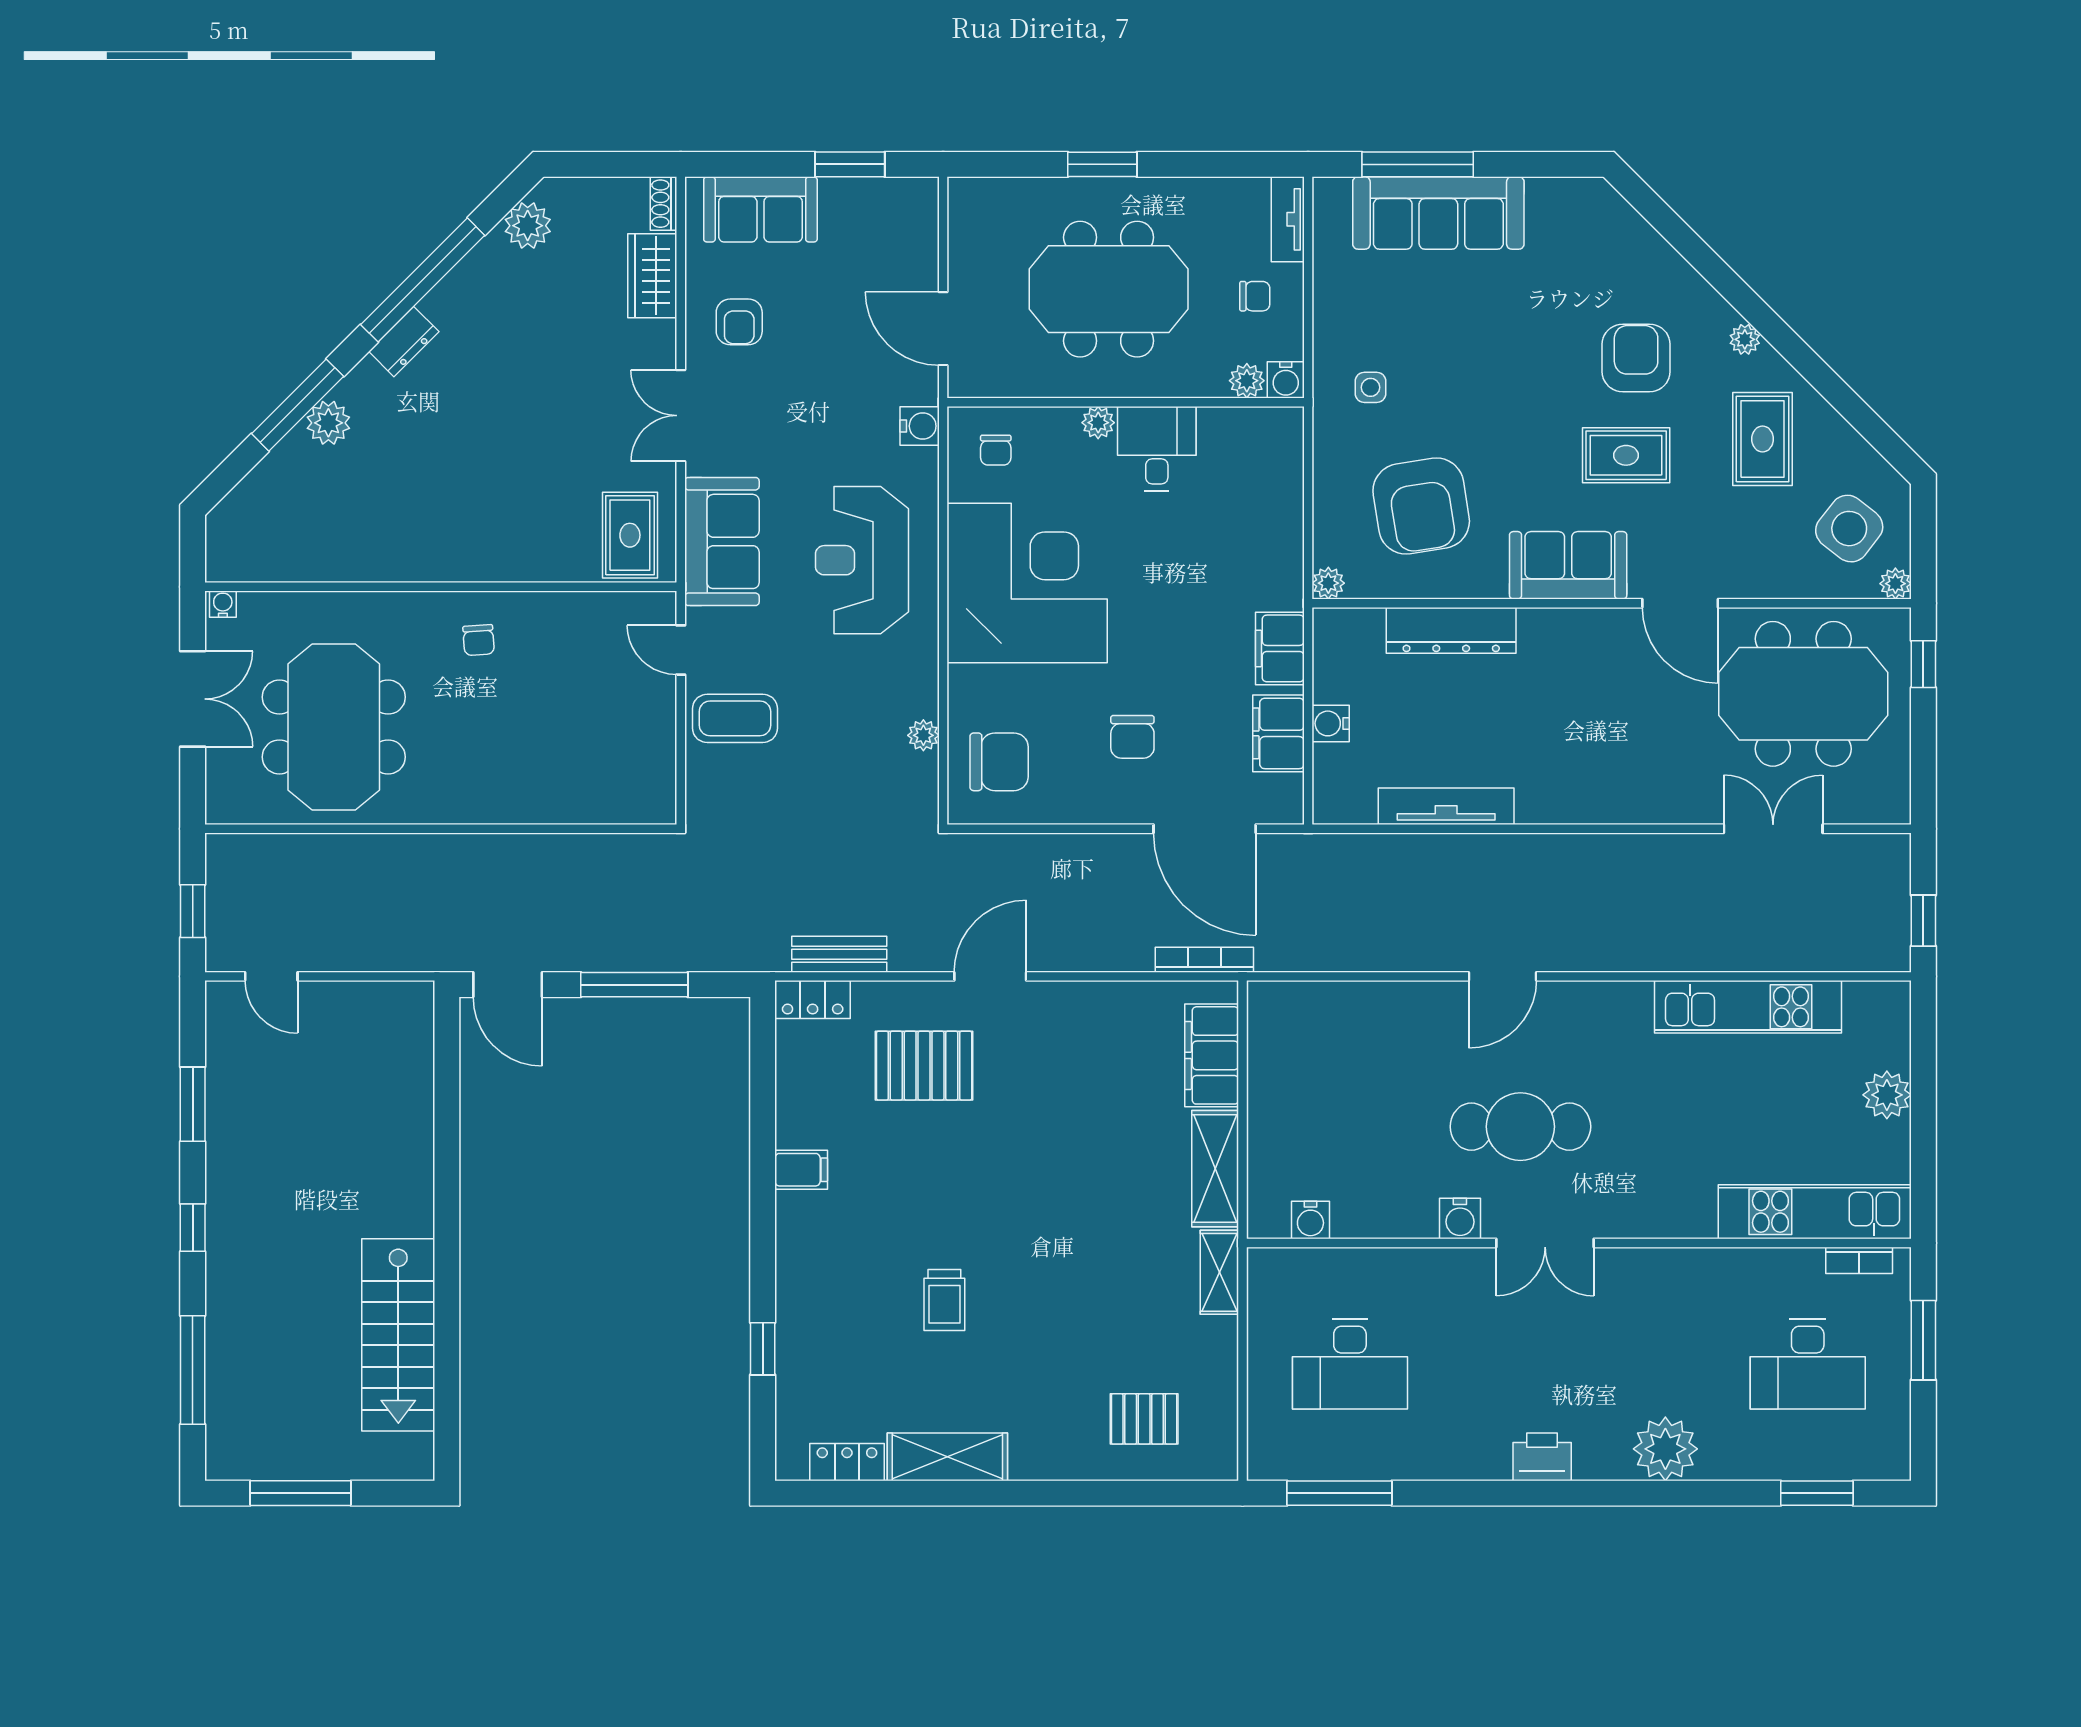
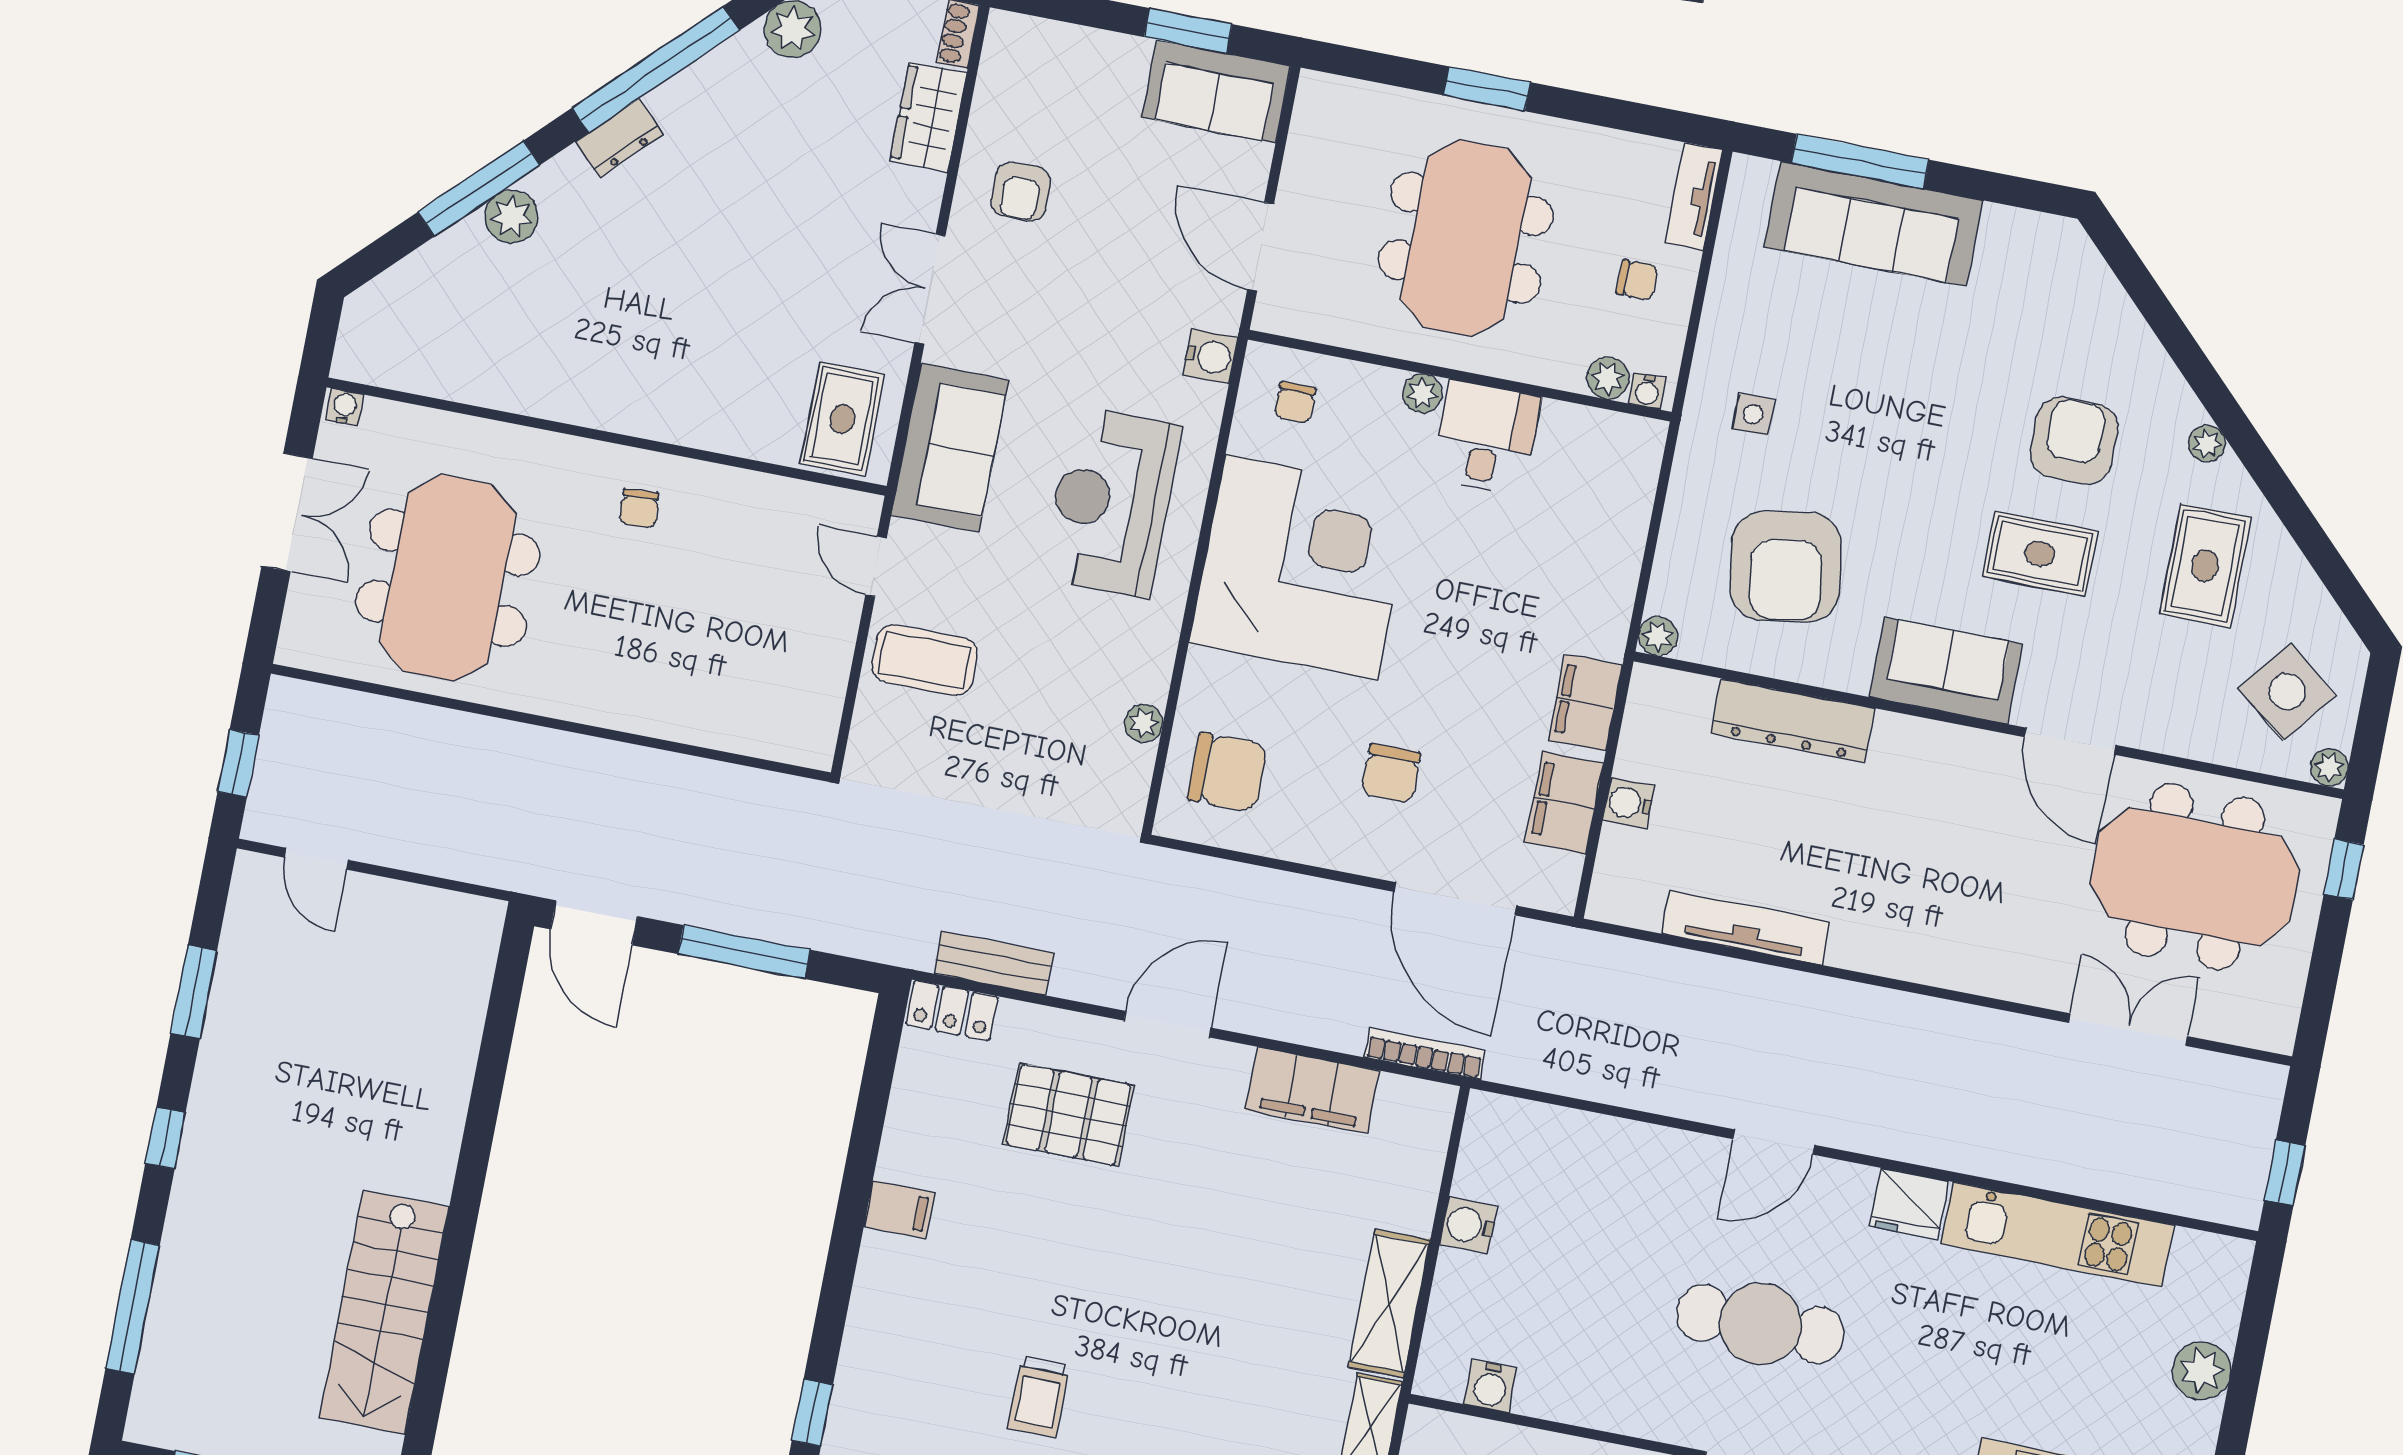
sofa: (760, 209) -> (1216, 91), moved
meeting table: (1109, 289) -> (1466, 238), turned 90
water cooler: (1286, 380) -> (1647, 391), width x0.72, depth x0.72
fridge: (1623, 1005) -> (1909, 1204), added
filing cabinet: (1212, 1055) -> (1312, 1090), moved, turned -90
water cooler: (1460, 1218) -> (1468, 1225), moved, turned 90

